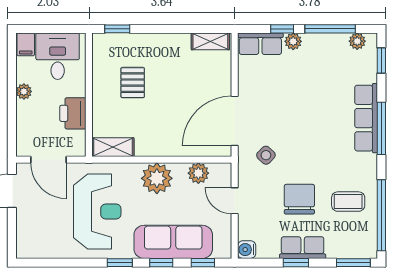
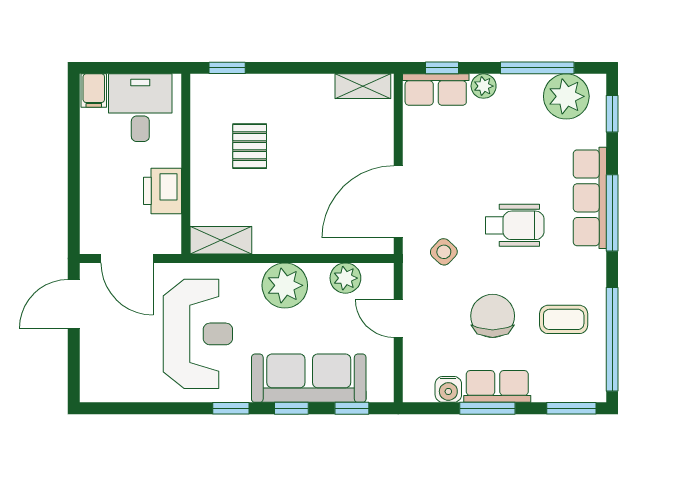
window: (282, 29) -> (442, 68), moved
plant: (357, 41) -> (566, 96), width x1.87, depth x1.87
plant: (24, 91) -> (91, 159), removed
wheelchair: (315, 137) -> (515, 225), added
water cooler: (247, 250) -> (448, 389), moved, turned -90
window: (296, 263) -> (487, 408), width x1.50

